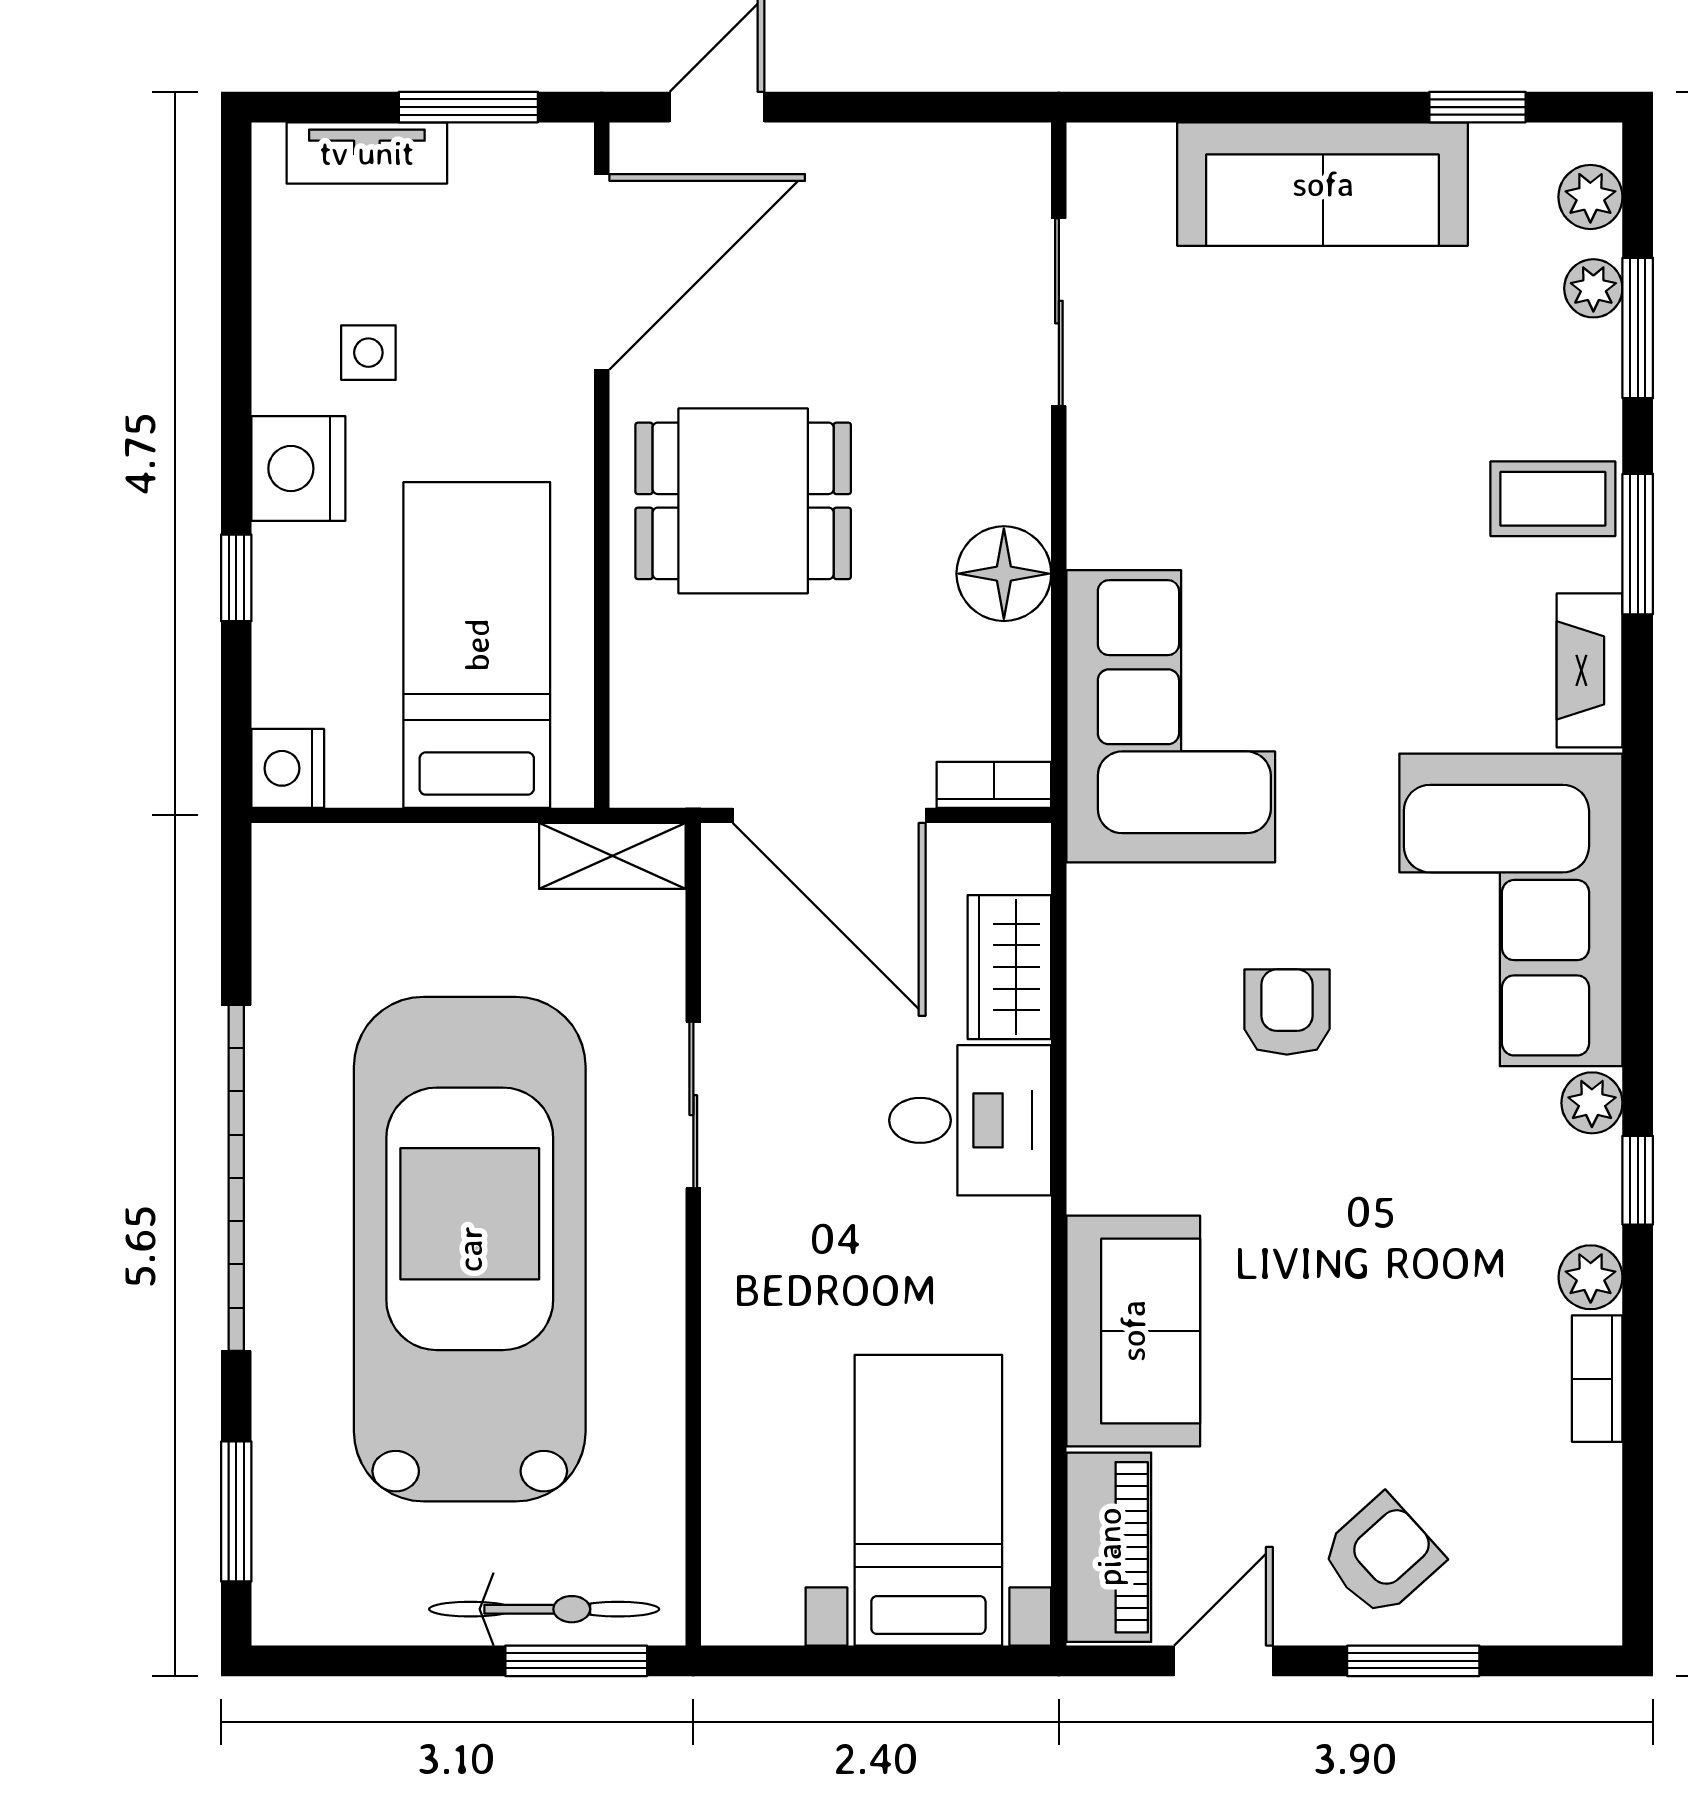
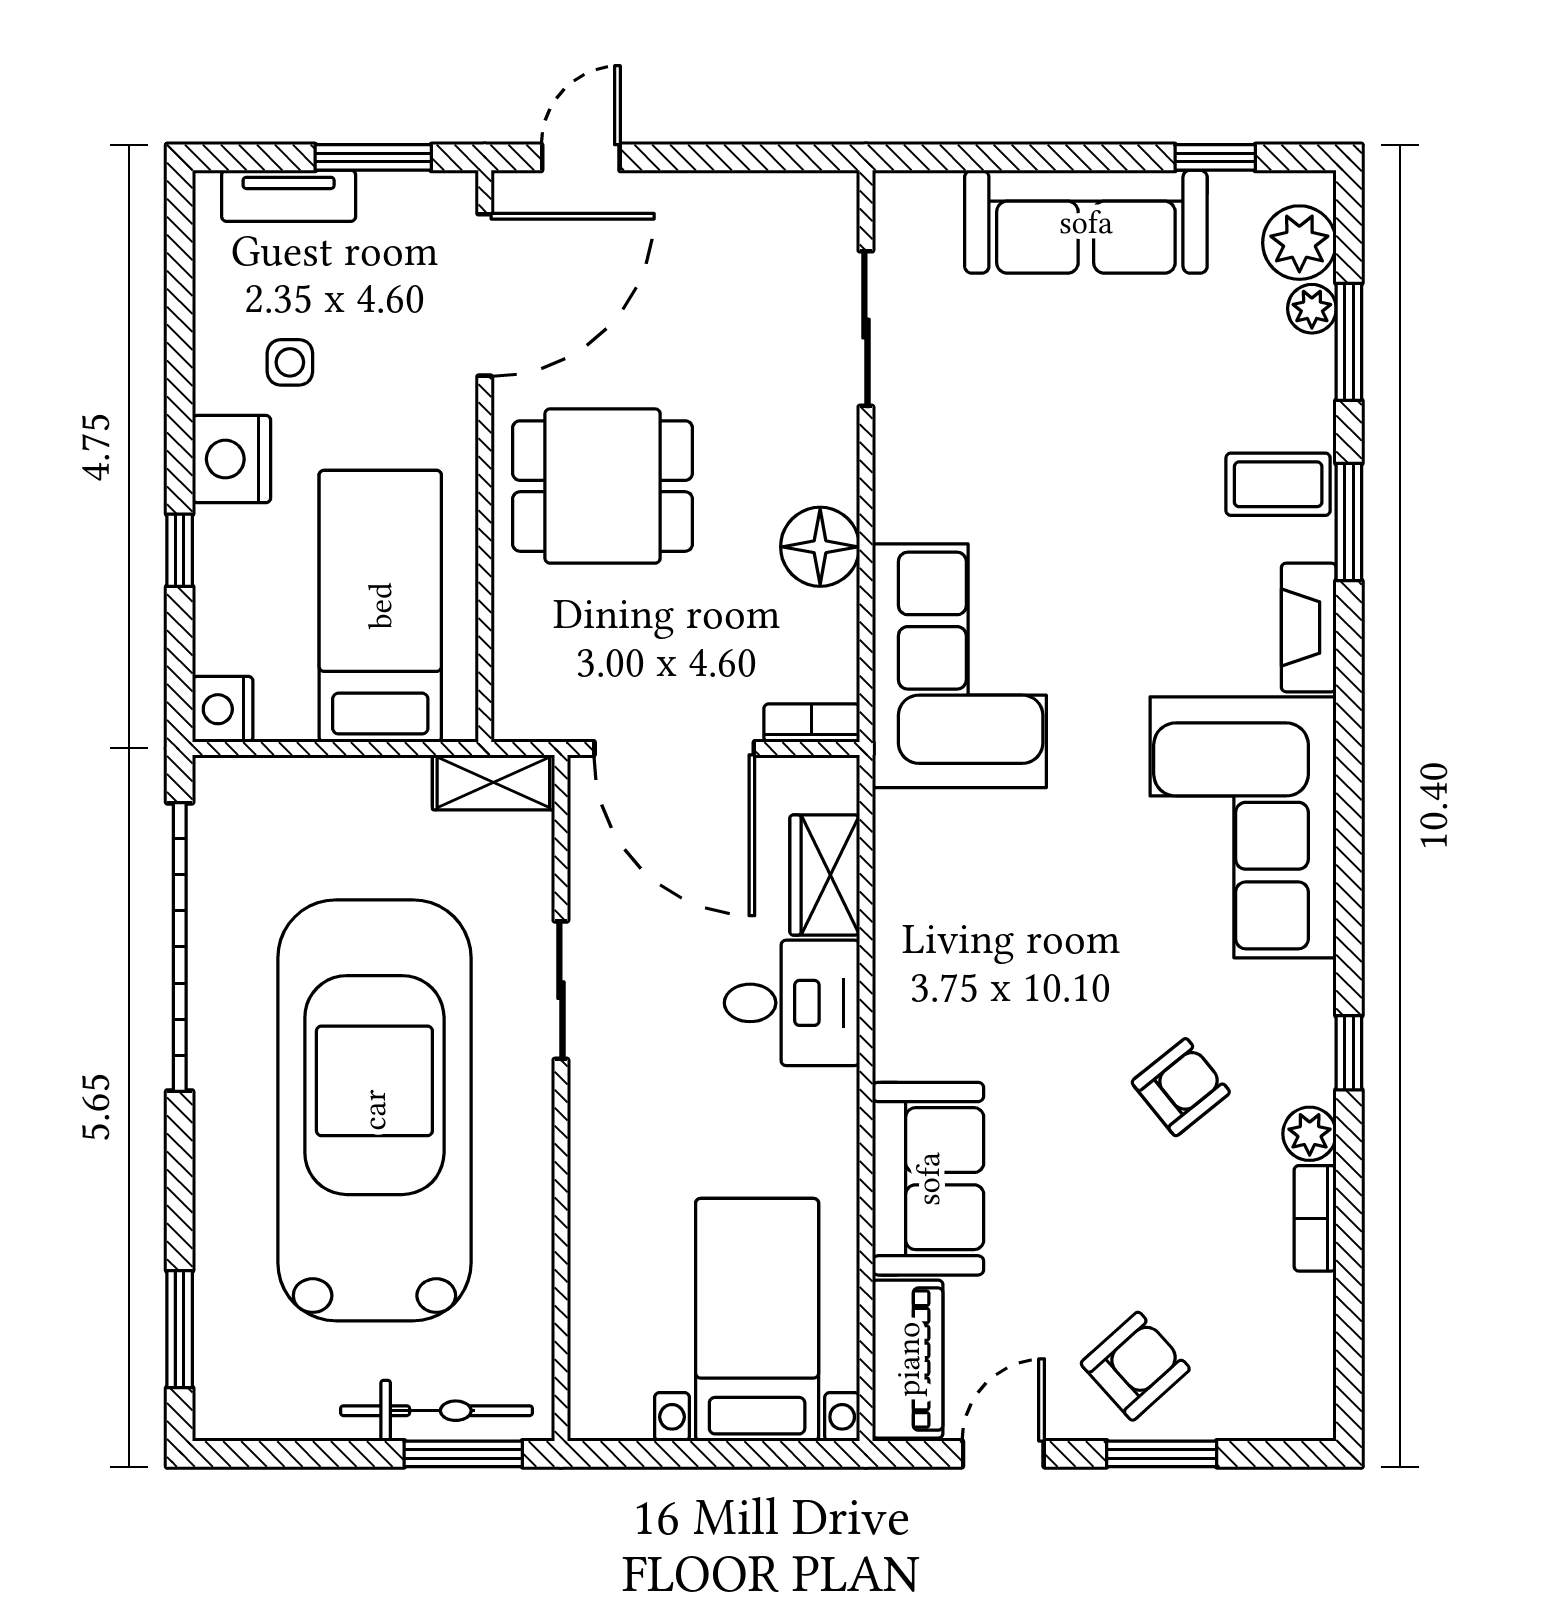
plant: (1590, 197) -> (1299, 243), width x1.38, depth x1.38
armchair: (1287, 1012) -> (1181, 1087), moved, turned 51
plant: (1592, 1103) -> (1311, 988), removed
garage door: (236, 1178) -> (180, 947), moved

